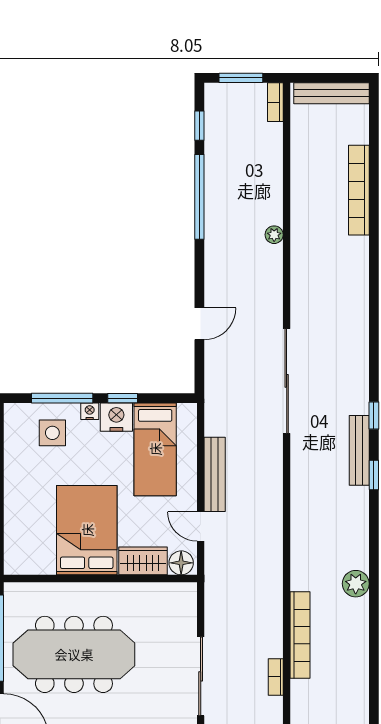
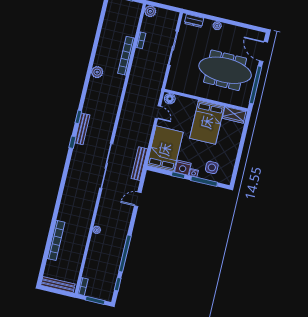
bed: (155, 449) -> (165, 149), width x1.50
bench: (215, 474) -> (139, 164), moved
wardrobe: (143, 561) -> (234, 115), moved

